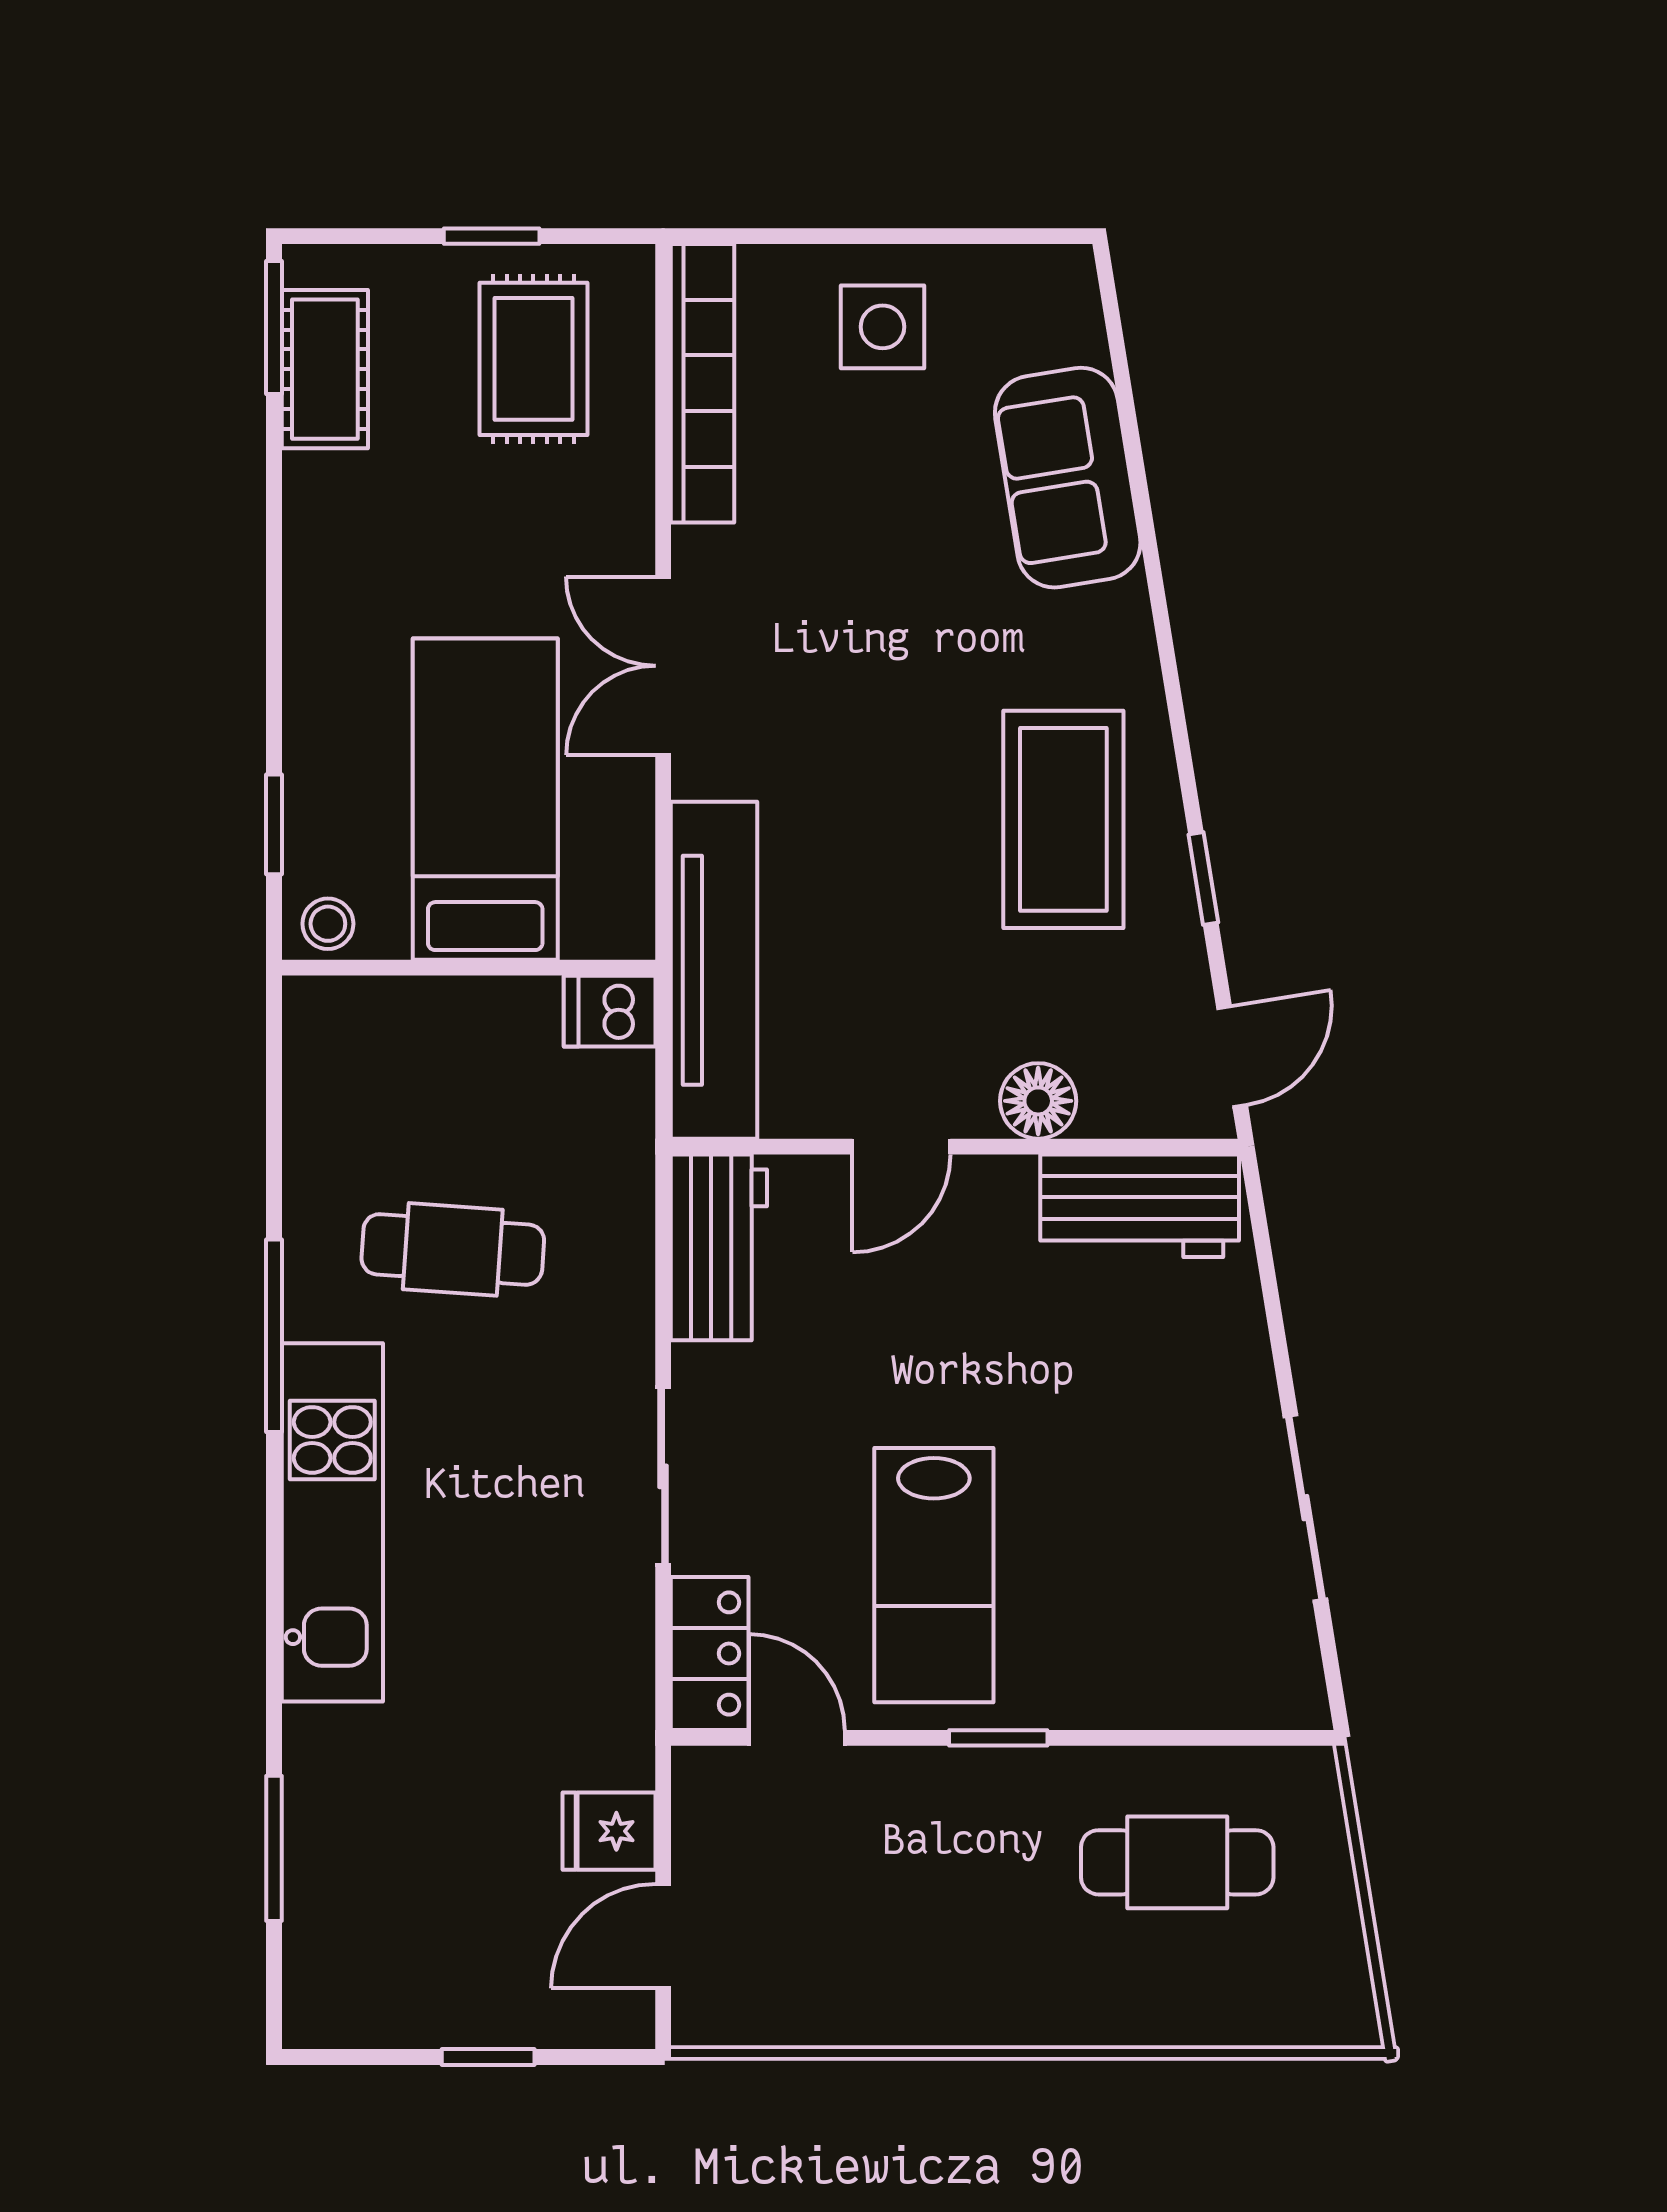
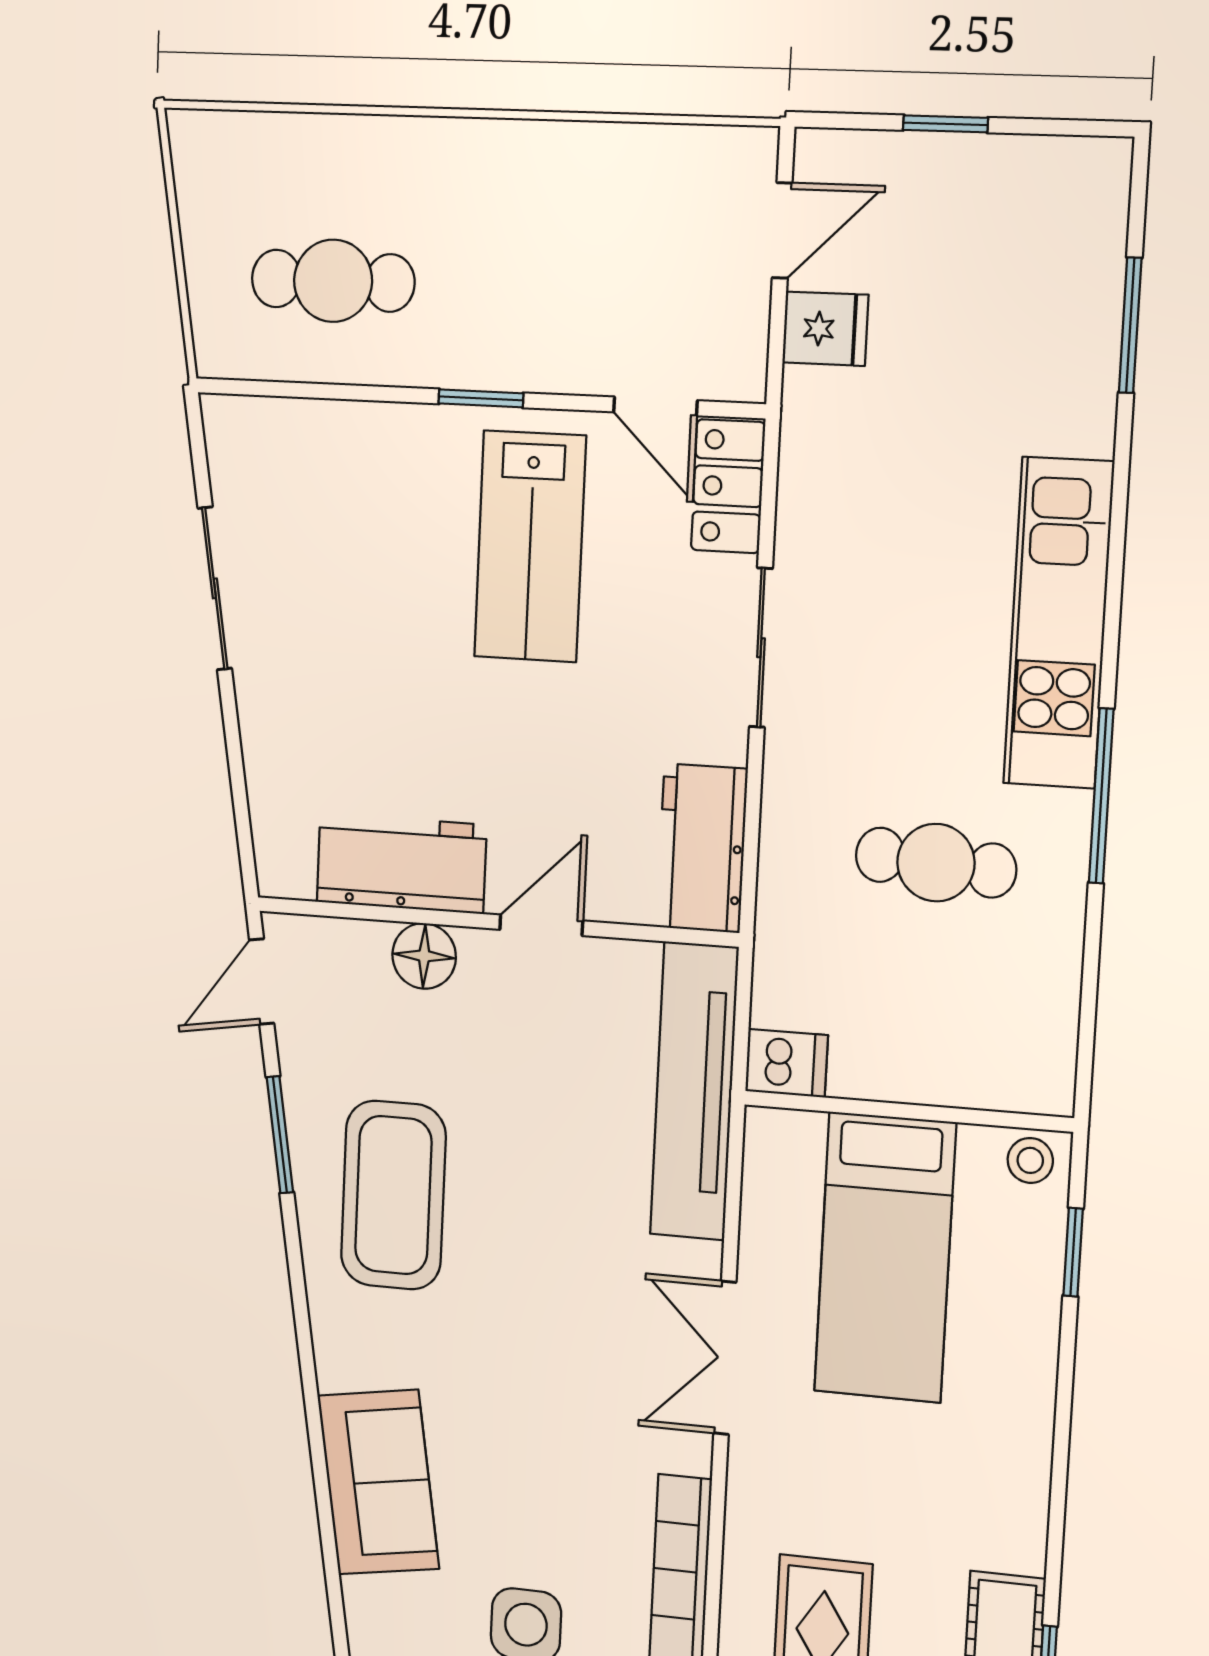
double door: (663, 666) -> (725, 1358), swing flipped
window: (1203, 878) -> (280, 1135), width x1.50
workbench: (1140, 1206) -> (401, 863), moved
lab bench: (934, 1575) -> (530, 546), turned 180

